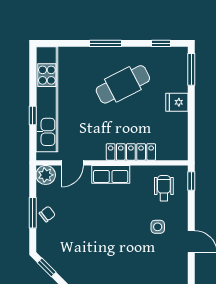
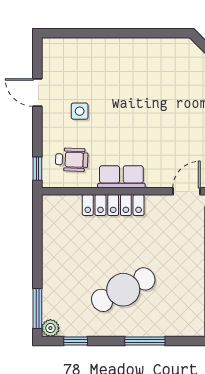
plant: (181, 54) -> (50, 328), added
fridge: (177, 102) -> (55, 267), removed
row of seats: (111, 174) -> (121, 177), moved
wheelchair: (164, 188) -> (72, 160), turned -88

